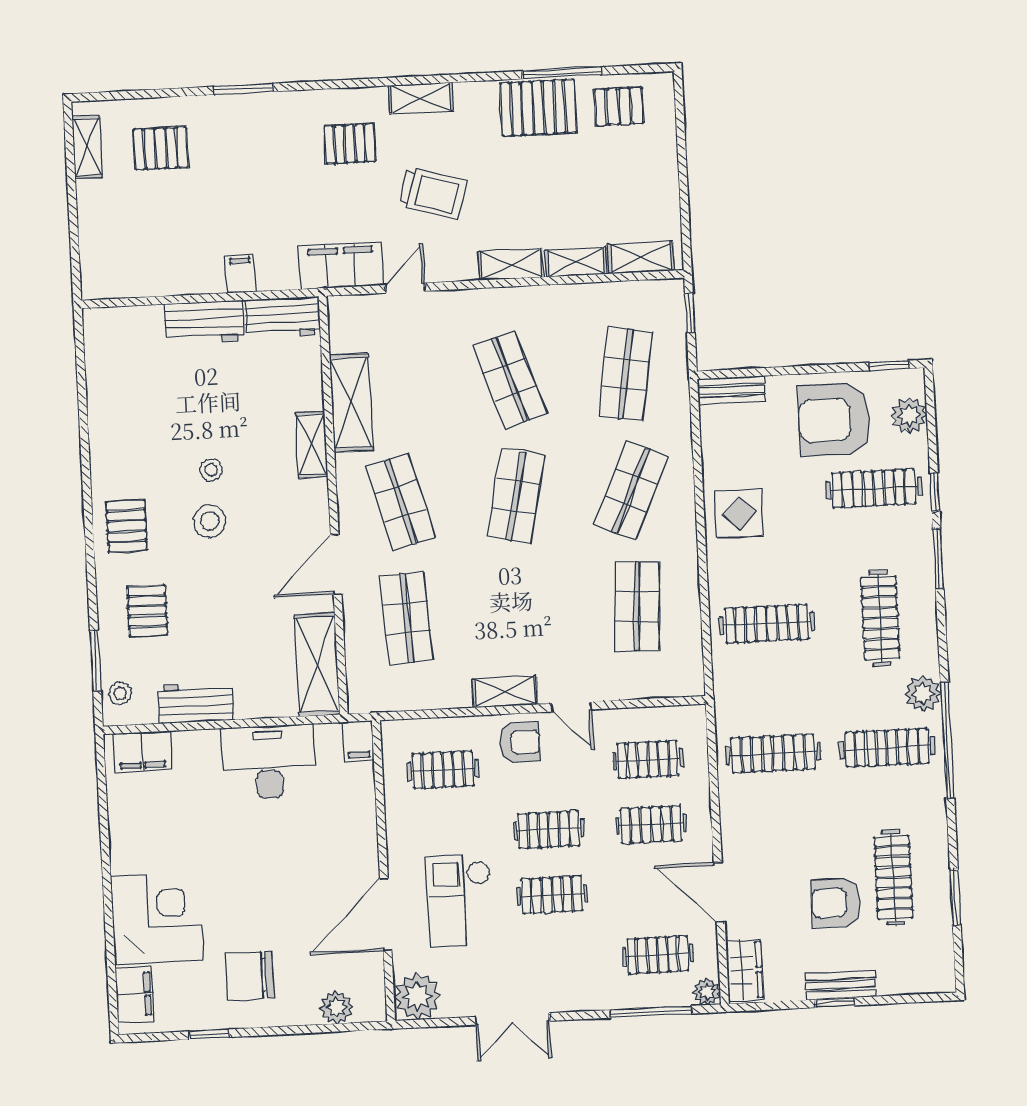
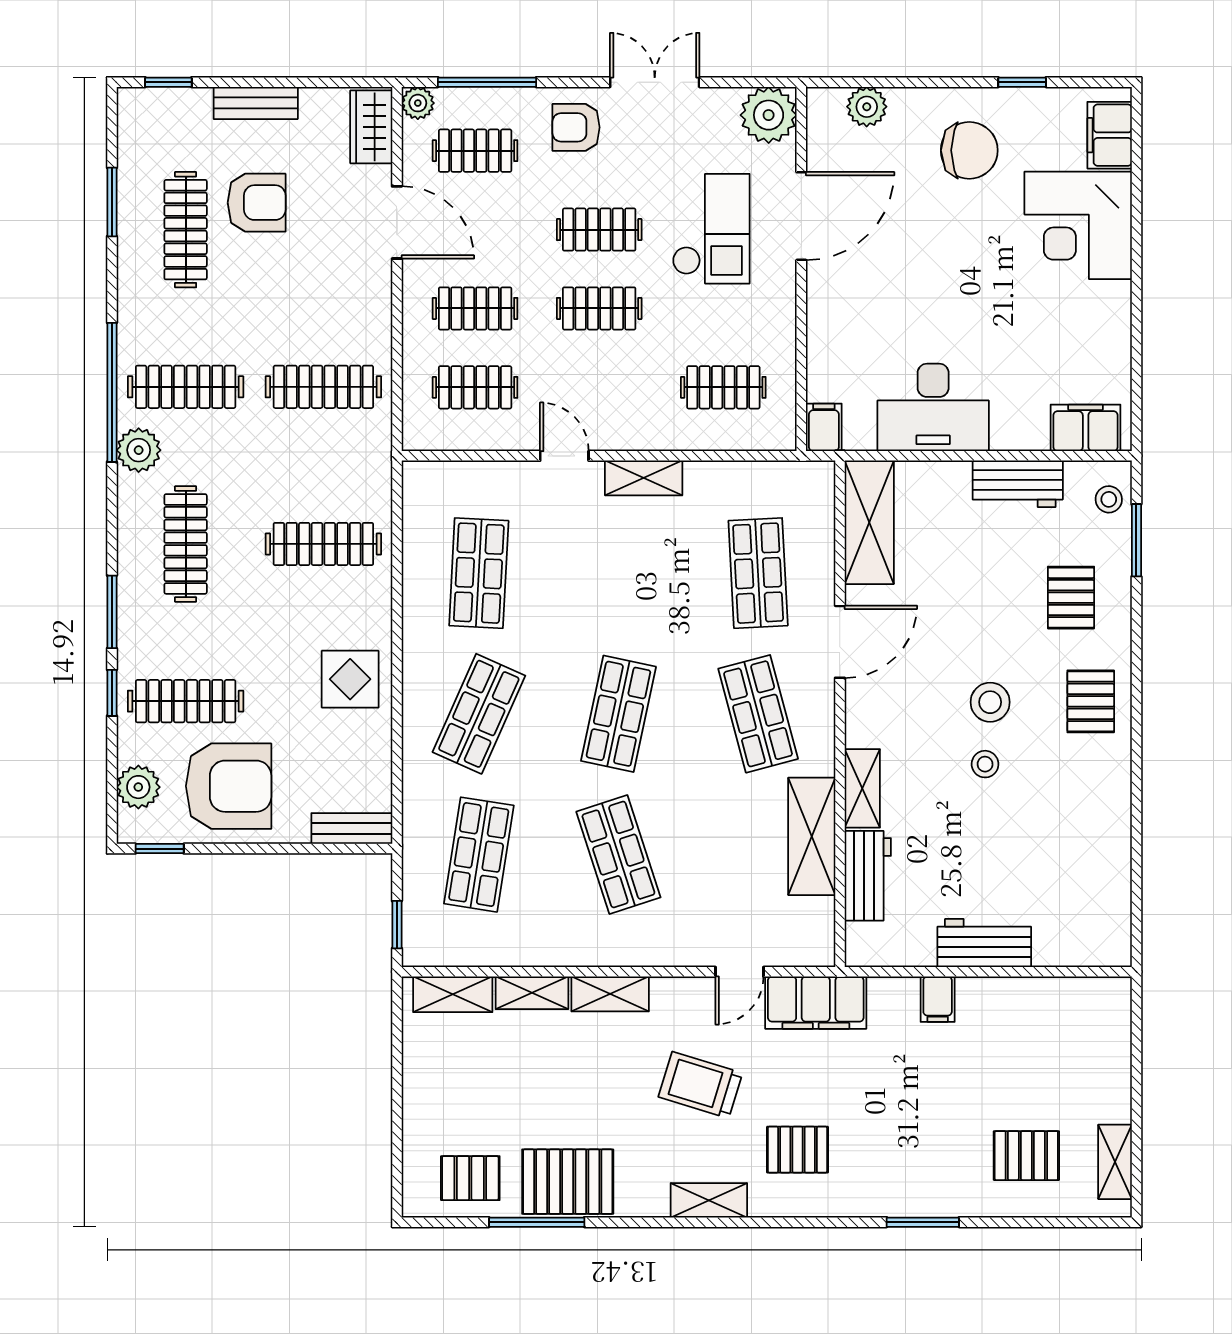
workbench: (283, 317) -> (868, 876), moved, turned 90
armchair: (520, 742) -> (576, 127), moved
window: (835, 1003) -> (168, 82), moved

